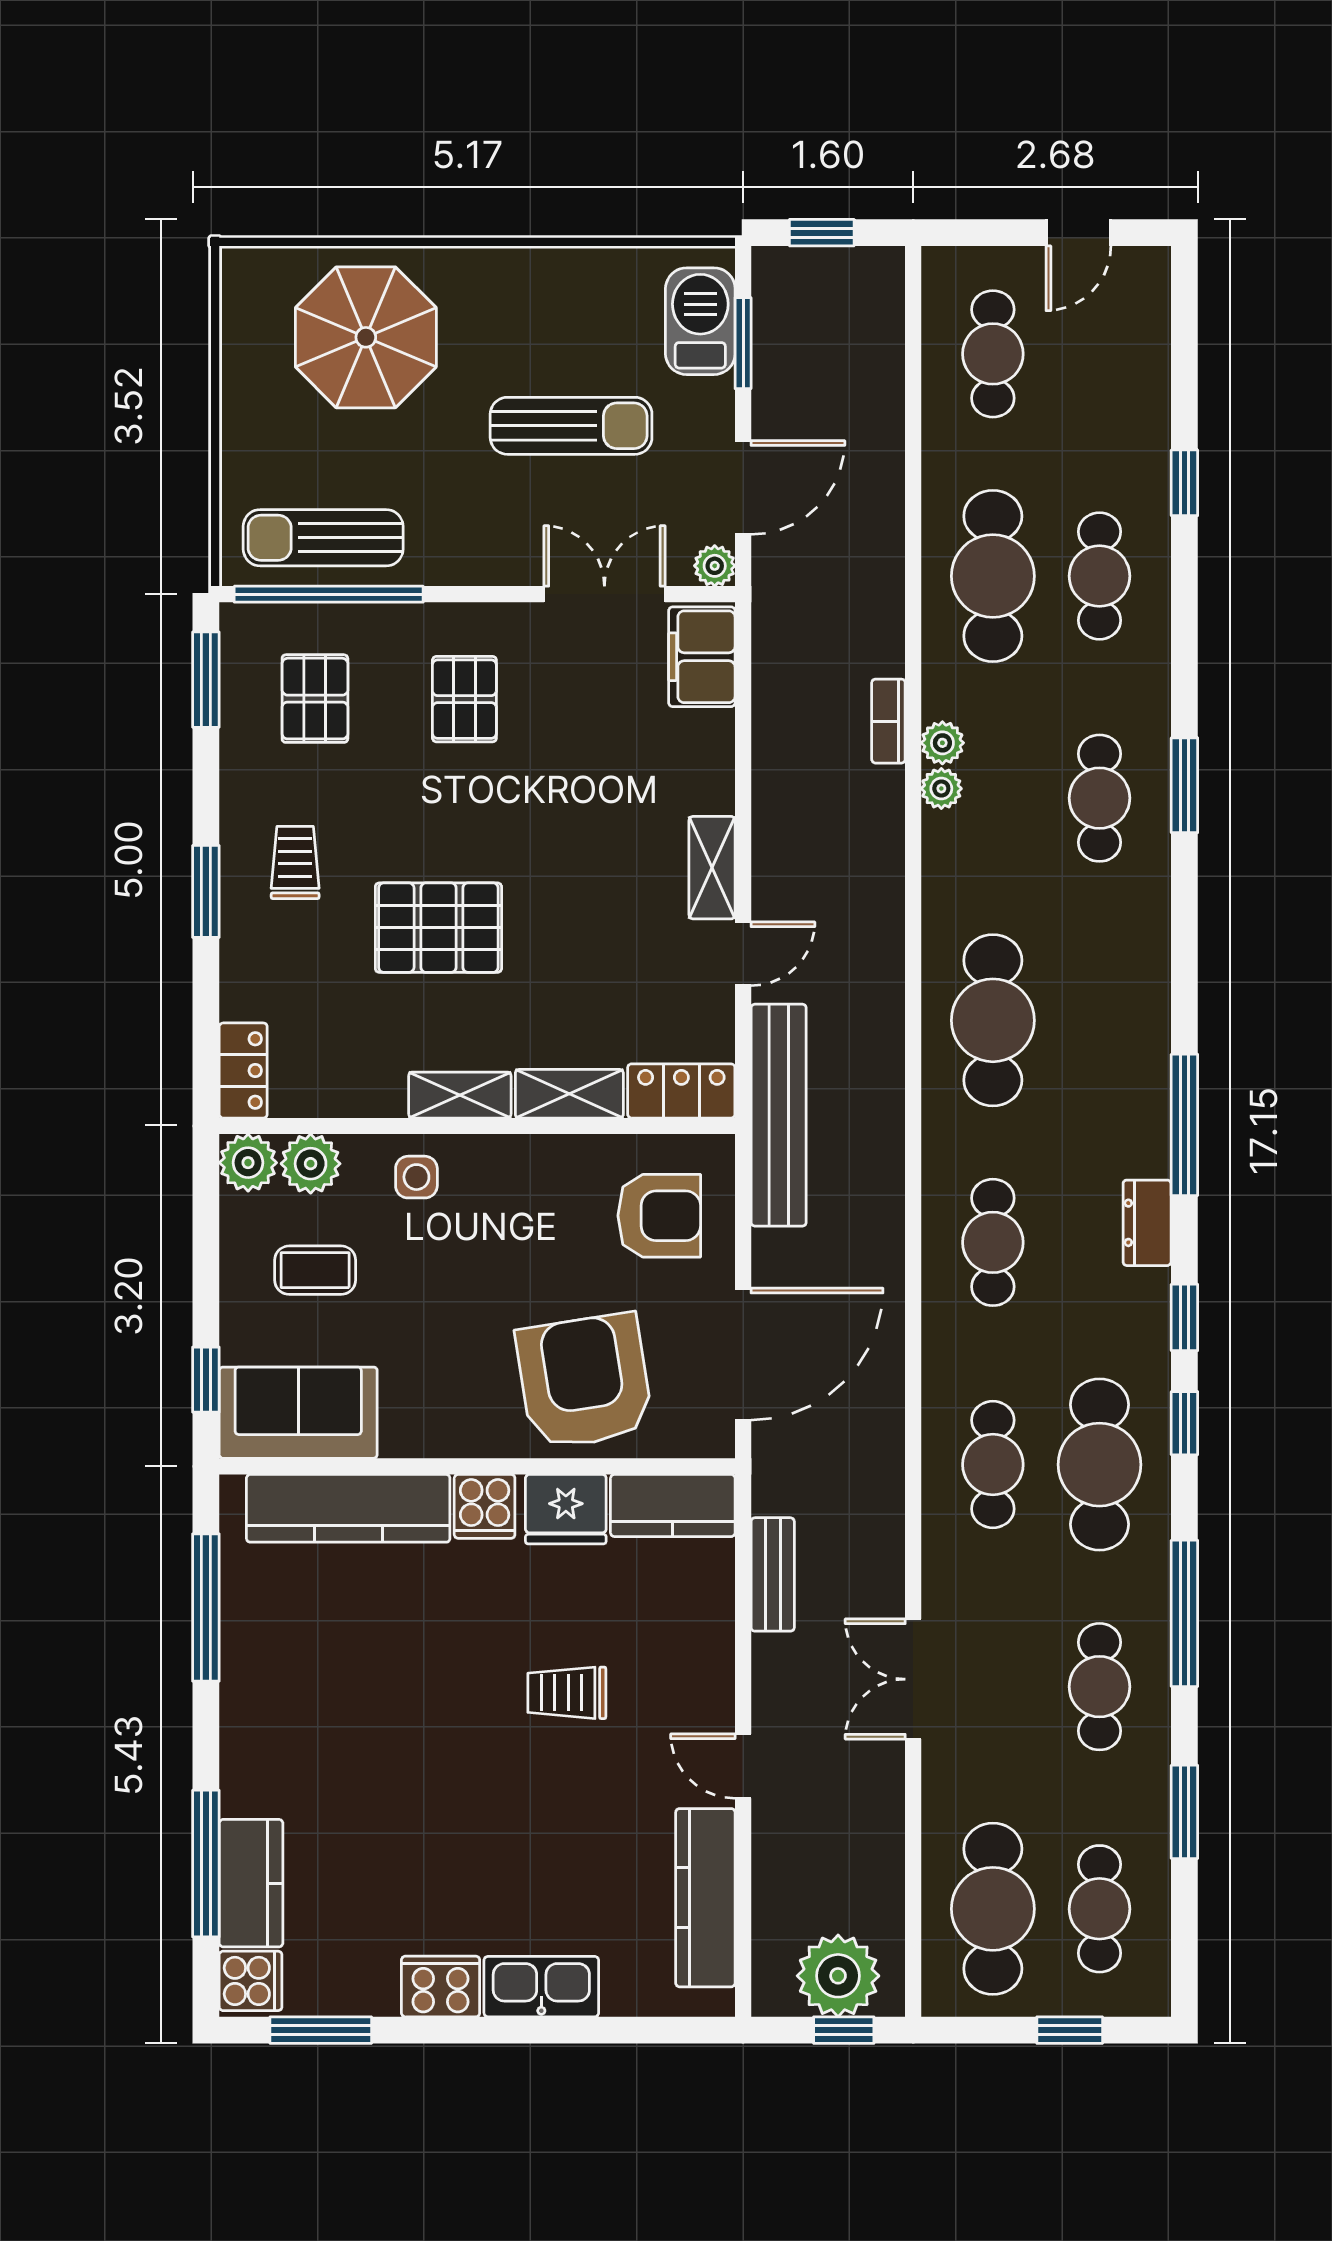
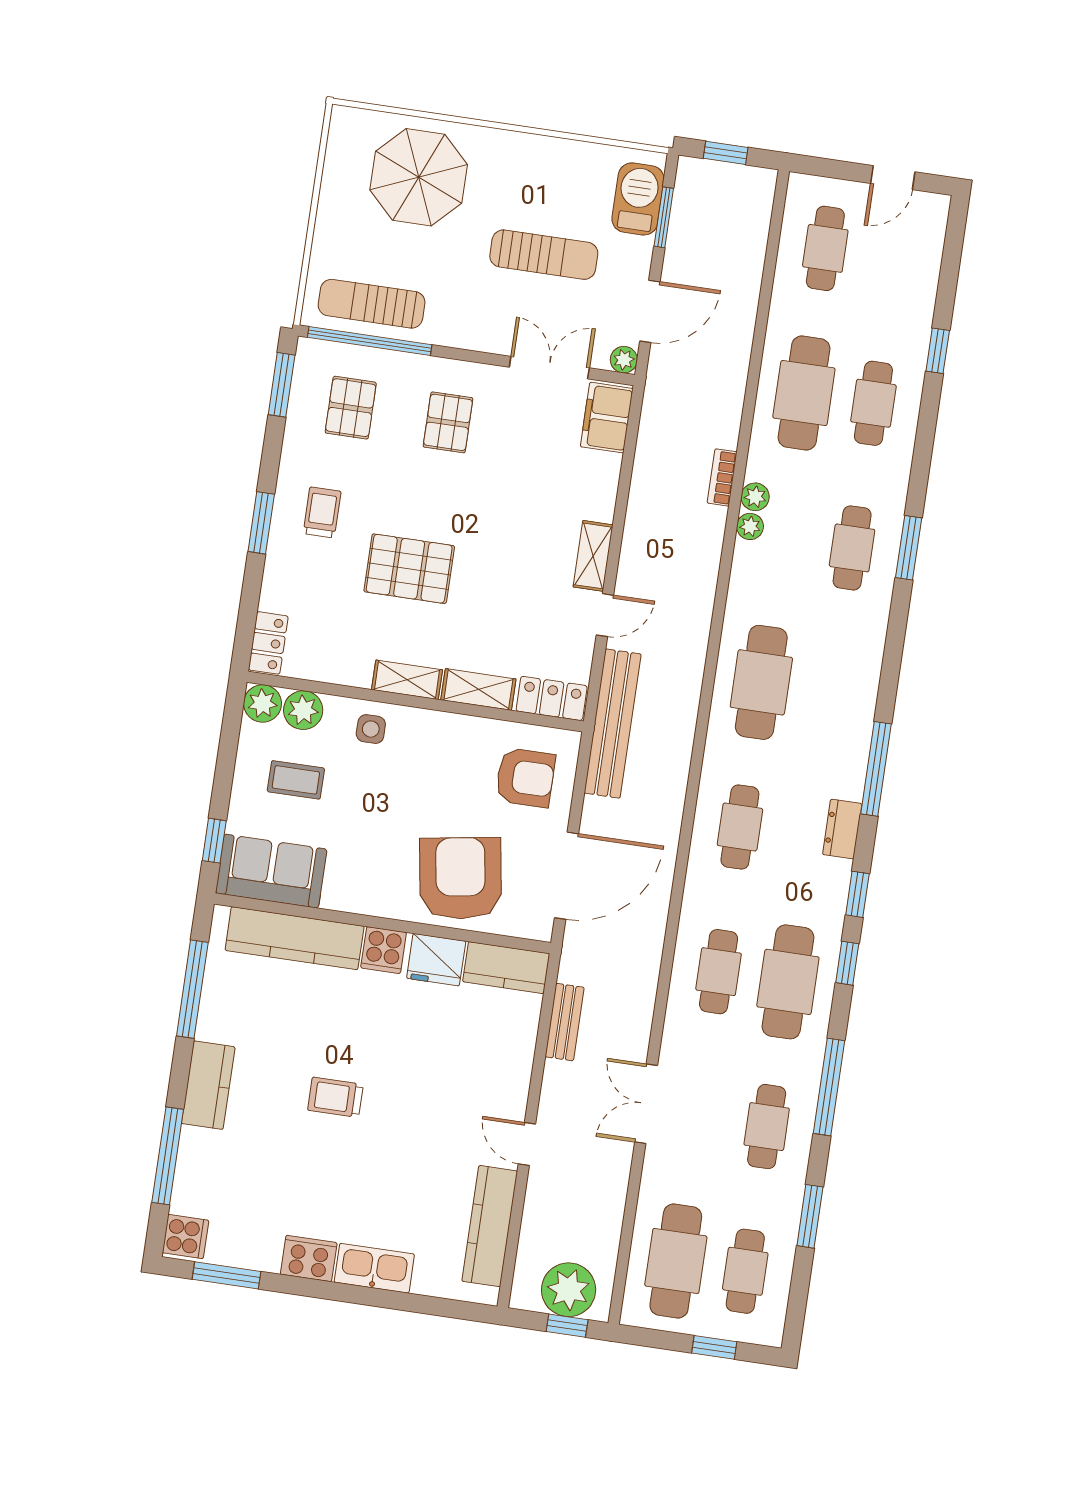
trolley: (567, 1693) -> (335, 1097), moved
kitchen counter: (251, 1883) -> (208, 1085), moved

